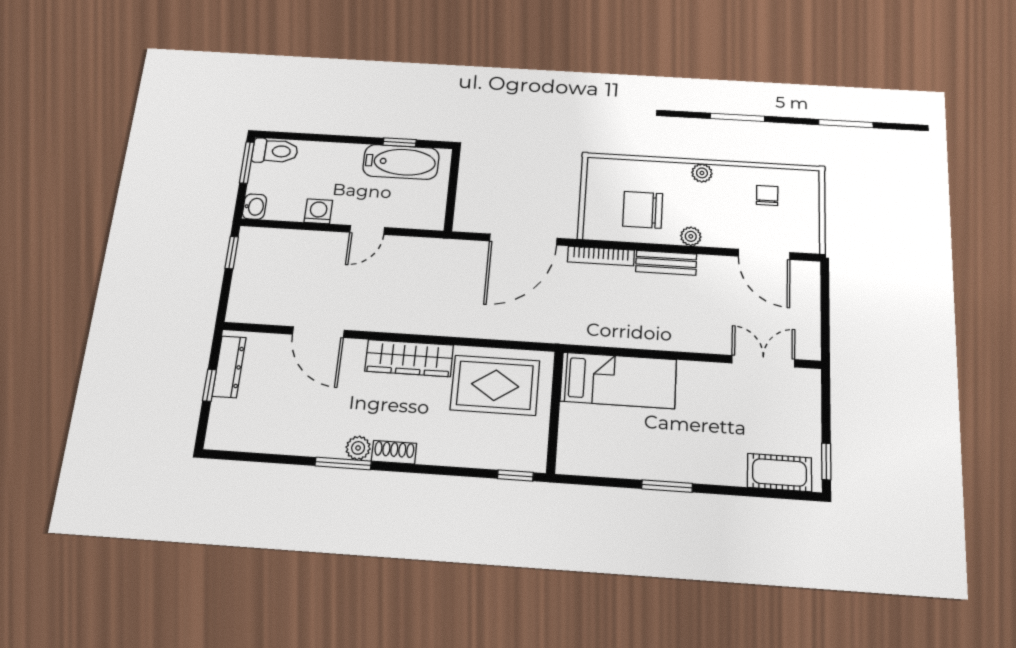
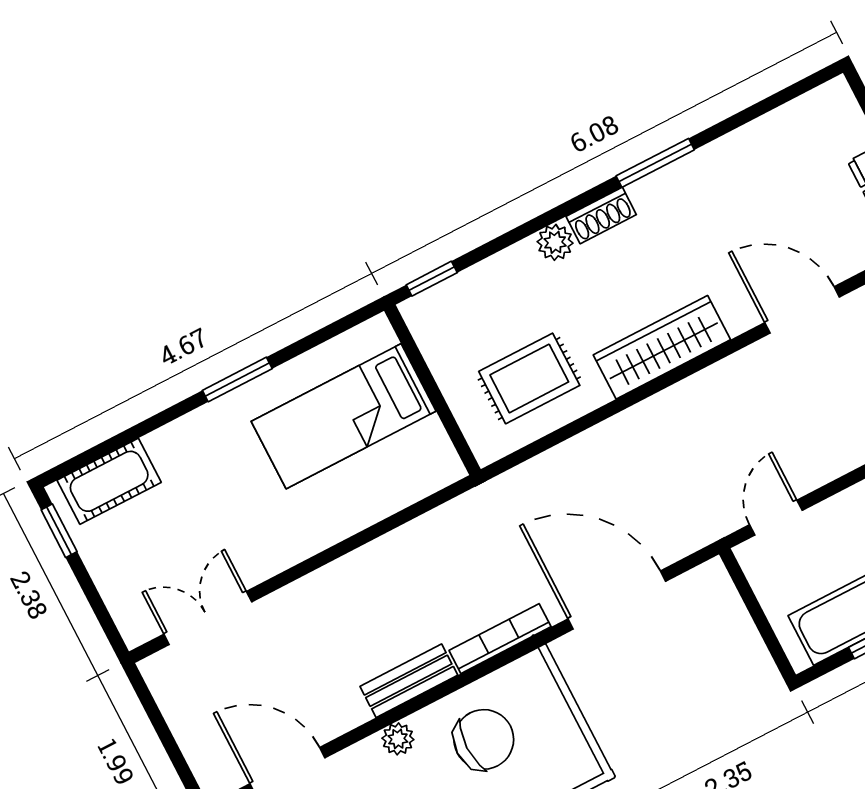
door: (367, 230) -> (776, 518), moved
door: (523, 240) -> (617, 600), hinge flipped
double door: (763, 361) -> (208, 618), swing flipped
bed: (618, 380) -> (344, 416), moved
rug: (495, 385) -> (529, 378), width x0.73, depth x0.70
plant: (358, 448) -> (555, 242), moved

